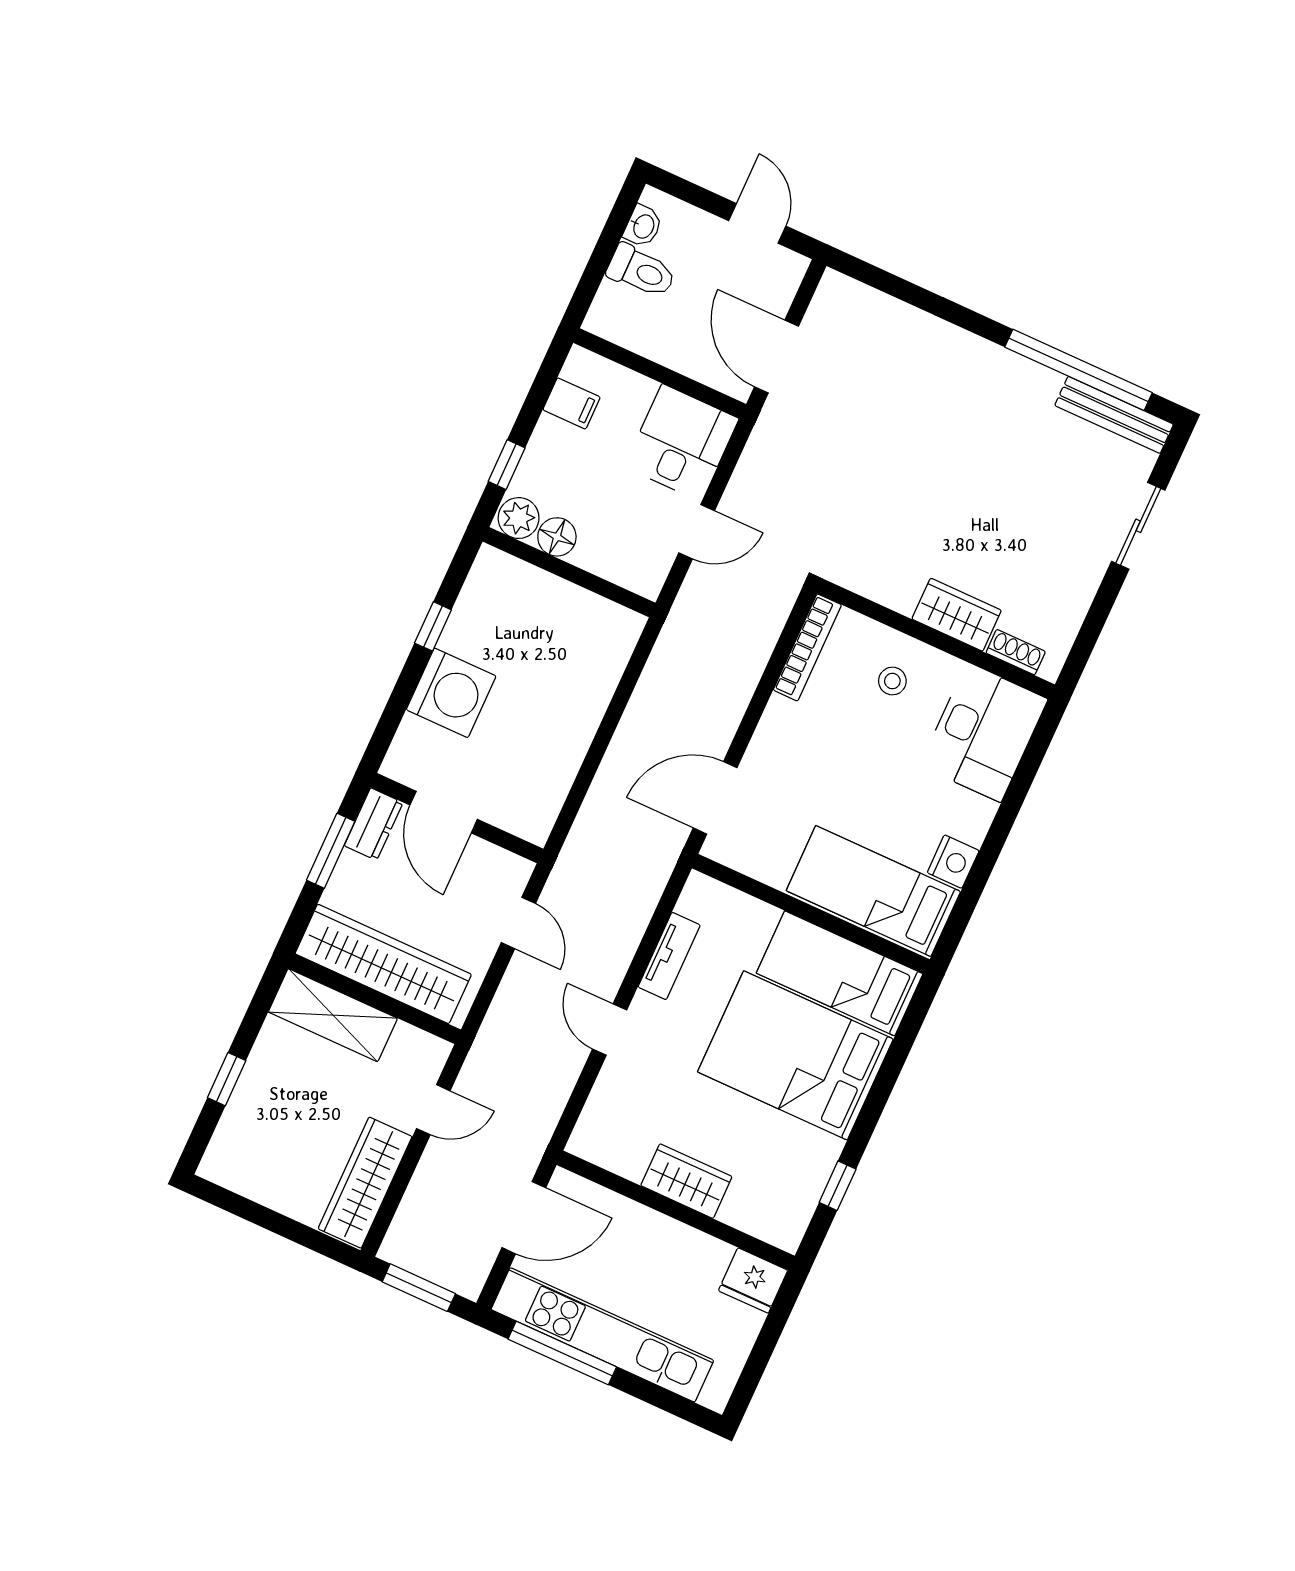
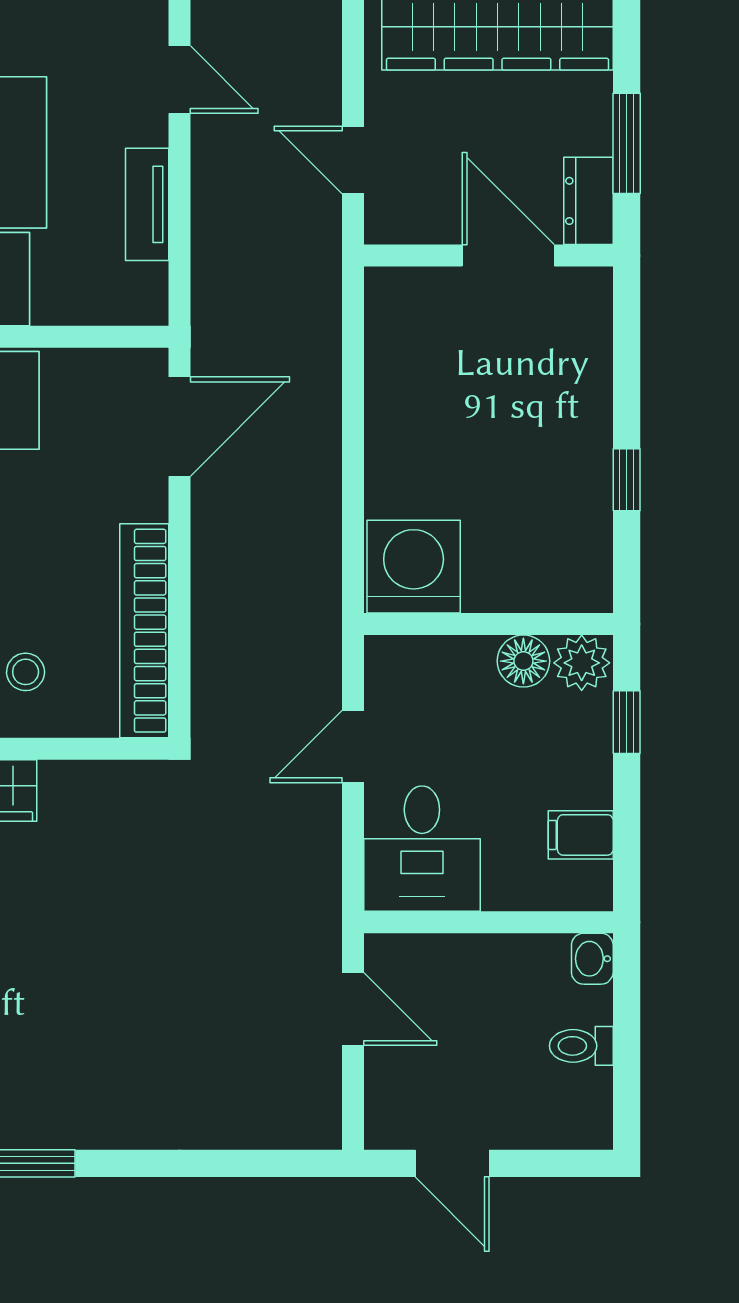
washbasin: (643, 226) -> (592, 959), moved
toilet: (641, 271) -> (581, 1046), width x0.73, depth x0.72
door: (776, 357) -> (353, 1009), width x0.73
bookcase: (807, 647) -> (144, 631), width x1.48, depth x1.31
washing machine: (451, 693) -> (414, 567), moved, turned 90

